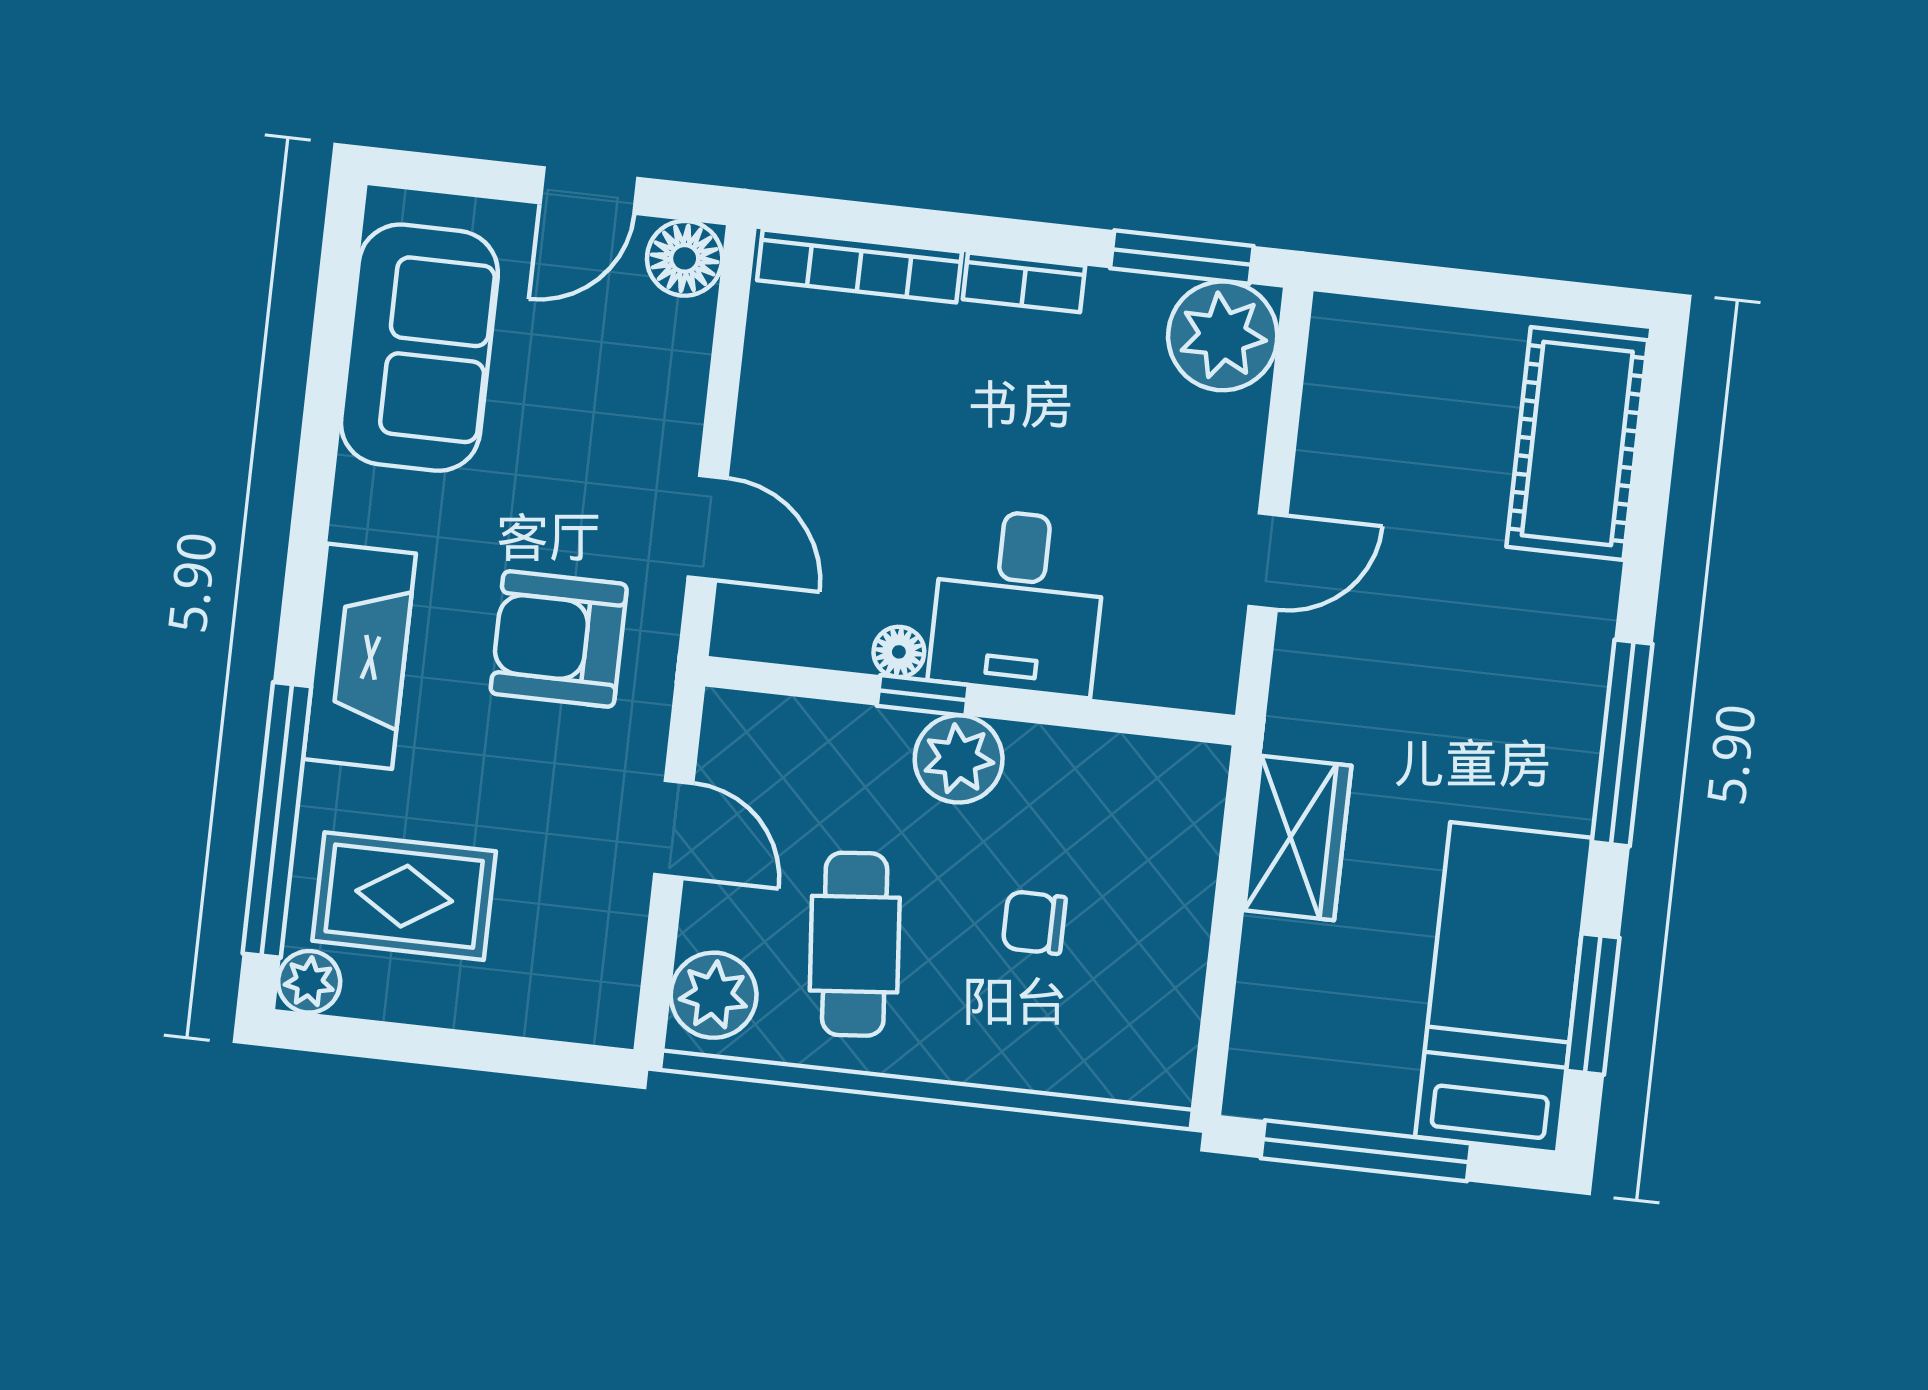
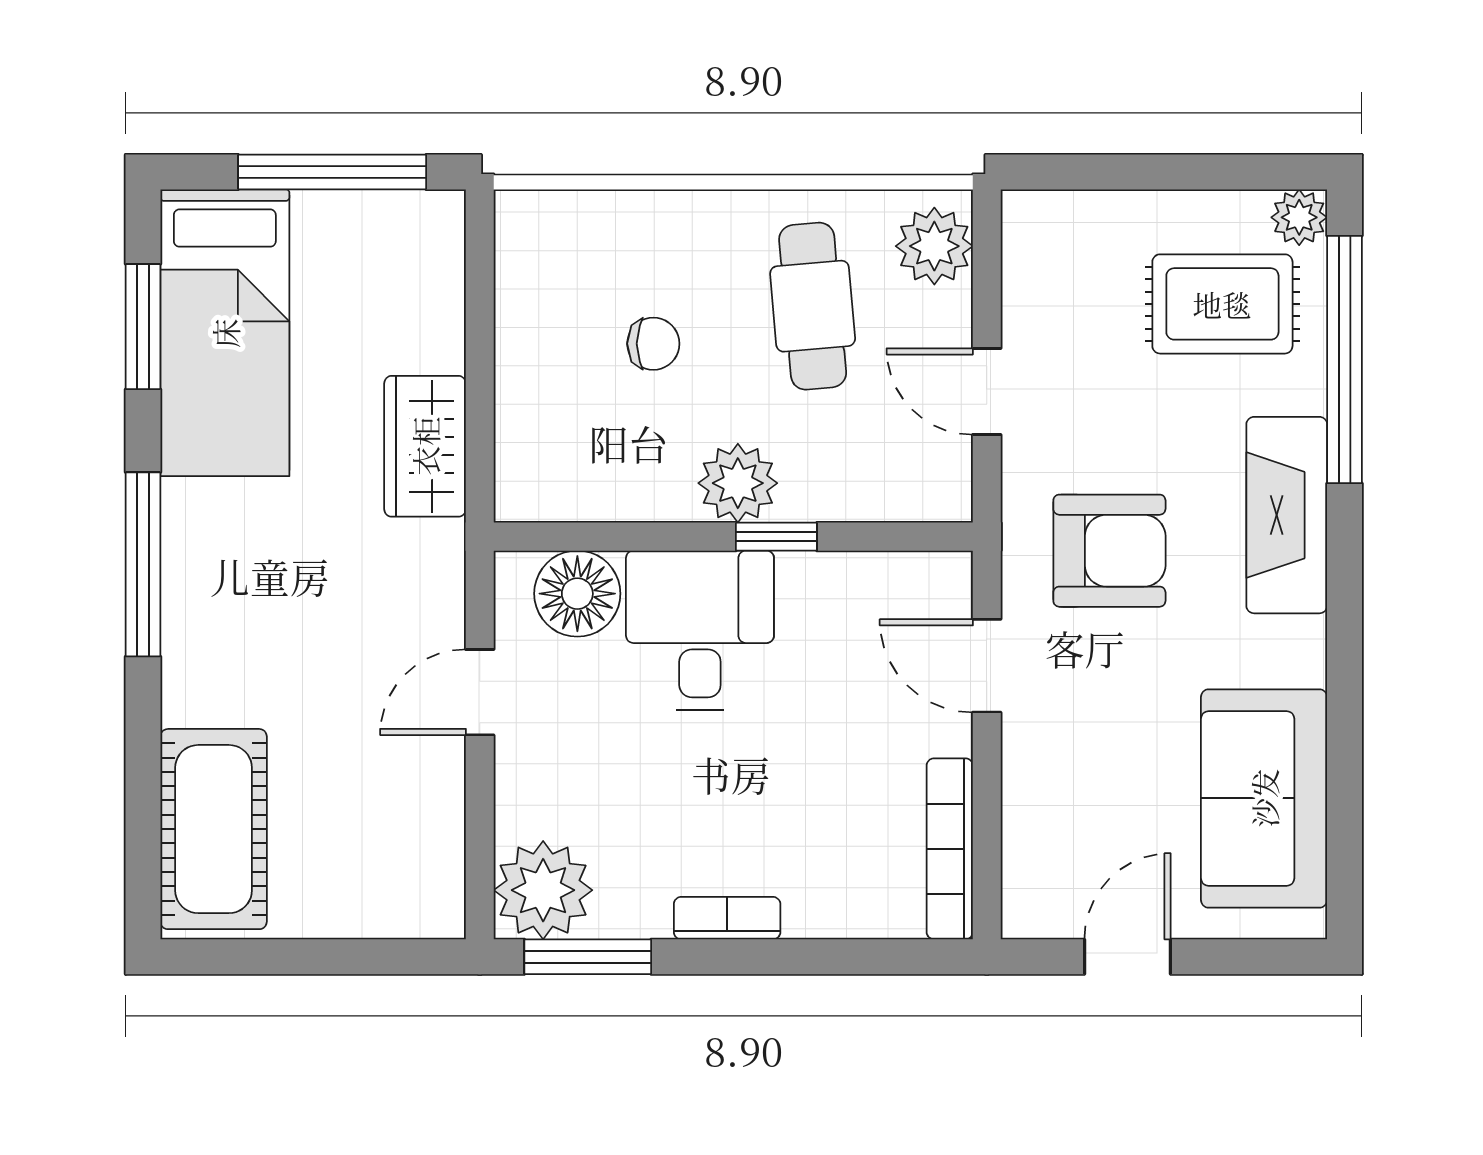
floor lamp: (685, 258) -> (1035, 906), removed
bookcase: (860, 266) -> (950, 849), moved, turned -90
floor lamp: (899, 652) -> (577, 594), moved, width x1.89, depth x1.89

